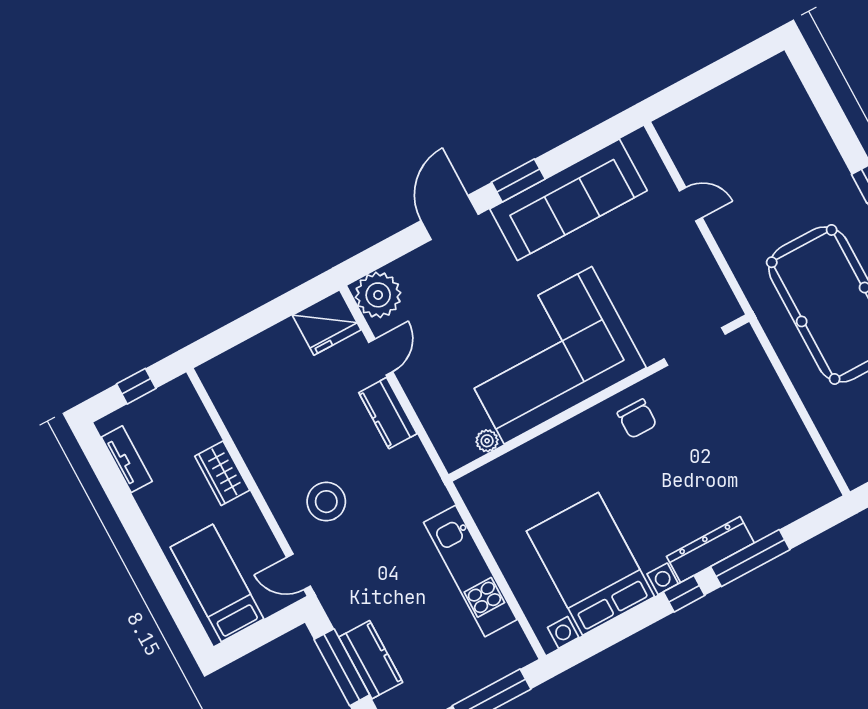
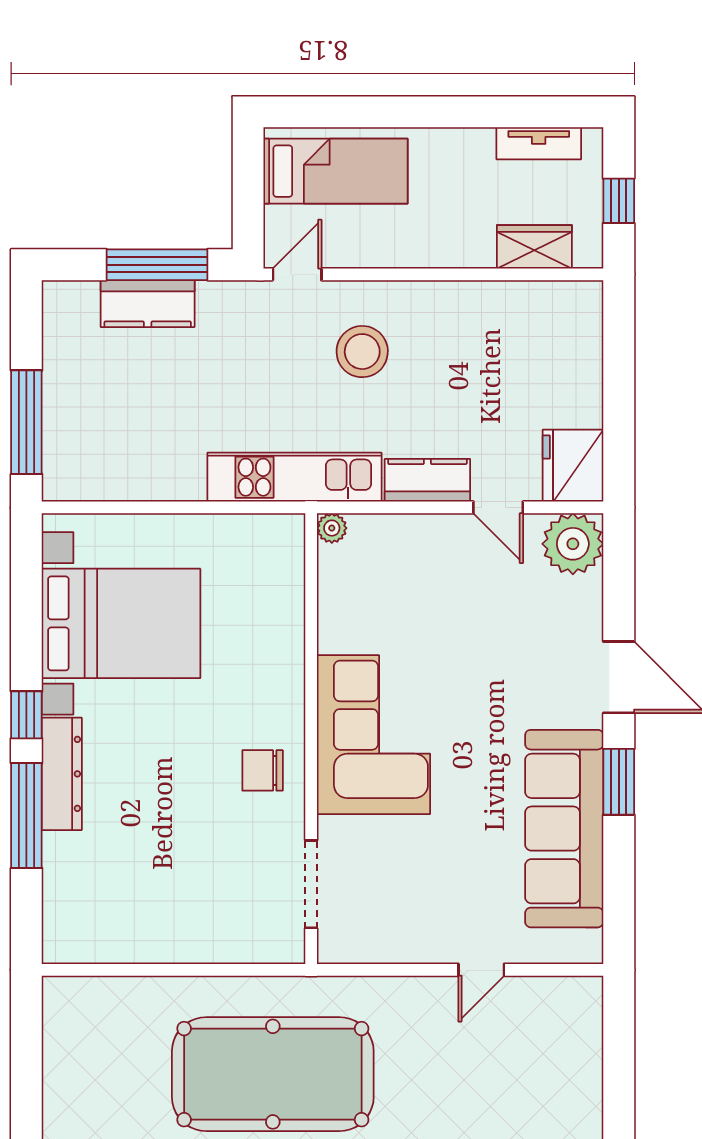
corner sofa: (548, 355) -> (374, 735), width x0.73, depth x0.74
plant: (487, 441) -> (332, 528), moved
wardrobe: (222, 473) -> (534, 247), moved
kitchen unit: (470, 571) -> (294, 477), moved

